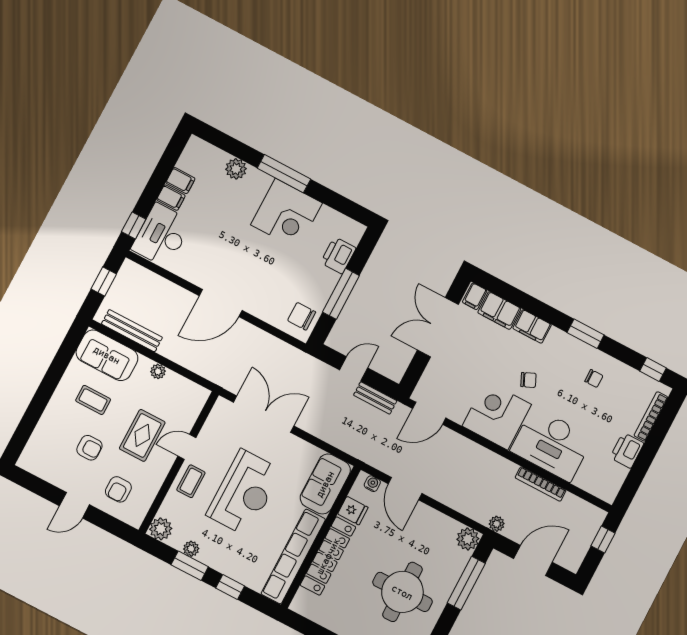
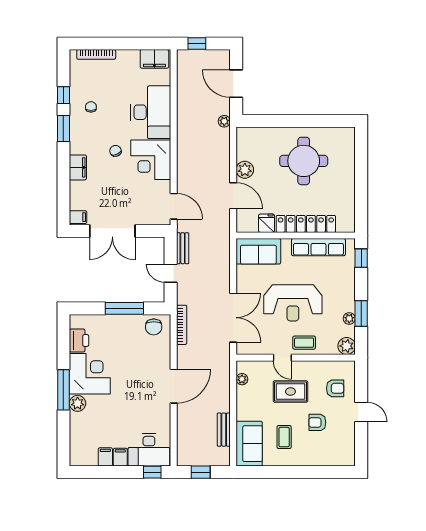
plant: (236, 169) -> (78, 403), moved
printer: (338, 255) -> (79, 340), moved, turned -90
door: (221, 303) -> (174, 386), hinge flipped
filing cabinet: (499, 311) -> (154, 59), moved, turned 90
bench: (132, 331) -> (224, 430), width x0.73
window: (653, 369) -> (63, 95), moved
plant: (158, 371) -> (242, 379), moved
double door: (264, 414) -> (233, 318), swing flipped
armchair: (89, 448) -> (317, 422), turned -90
printer: (627, 450) -> (128, 59), removed
water cooler: (372, 484) -> (241, 220), removed
bookcase: (541, 484) -> (182, 325), moved
door: (405, 489) -> (233, 196), hinge flipped
reception desk: (244, 493) -> (293, 303), turned 180
plant: (468, 539) -> (245, 170), moved
row of seats: (293, 556) -> (318, 247), width x0.73
window: (466, 583) -> (275, 121), removed
window: (230, 587) -> (361, 258), moved

